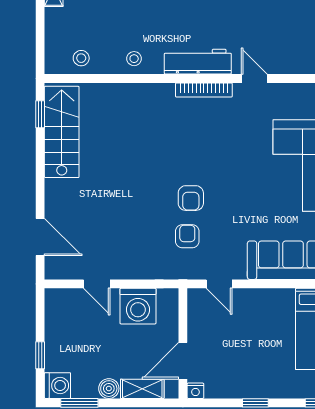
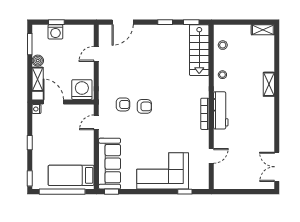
door: (254, 78) -> (211, 156), moved
stairs: (62, 132) -> (199, 50), moved, turned 90
window: (40, 161) -> (165, 22), added
armchair: (191, 198) -> (144, 106), turned 180
washing machine: (138, 306) -> (82, 90), moved, turned 90
washing machine: (57, 386) -> (55, 32), moved

